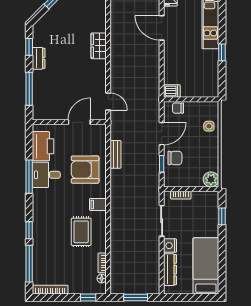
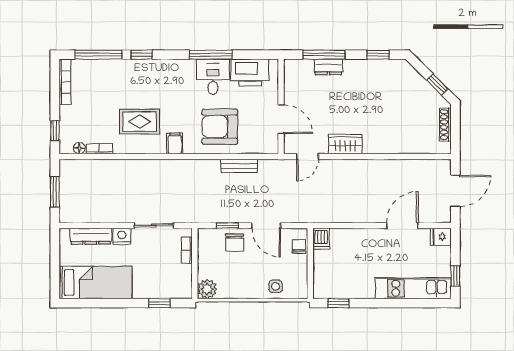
wardrobe: (99, 46) -> (345, 144), moved
window: (222, 52) -> (338, 303), moved
dresser: (39, 58) -> (328, 67), moved
armchair: (85, 170) -> (220, 127), turned -90

